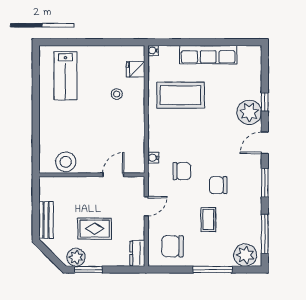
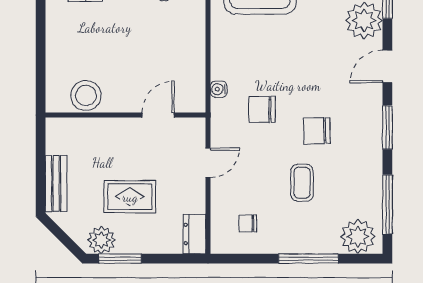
chair: (182, 171) -> (262, 109), turned 180
chair: (172, 246) -> (248, 223), width x0.54, depth x0.54

